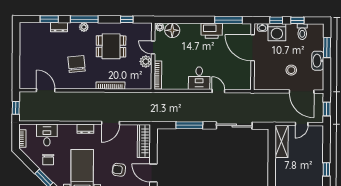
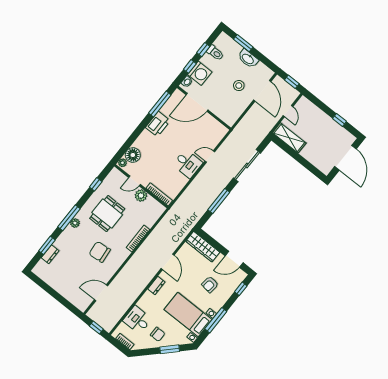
dresser: (59, 27) -> (50, 254), moved
door: (302, 92) -> (262, 91), hinge flipped

